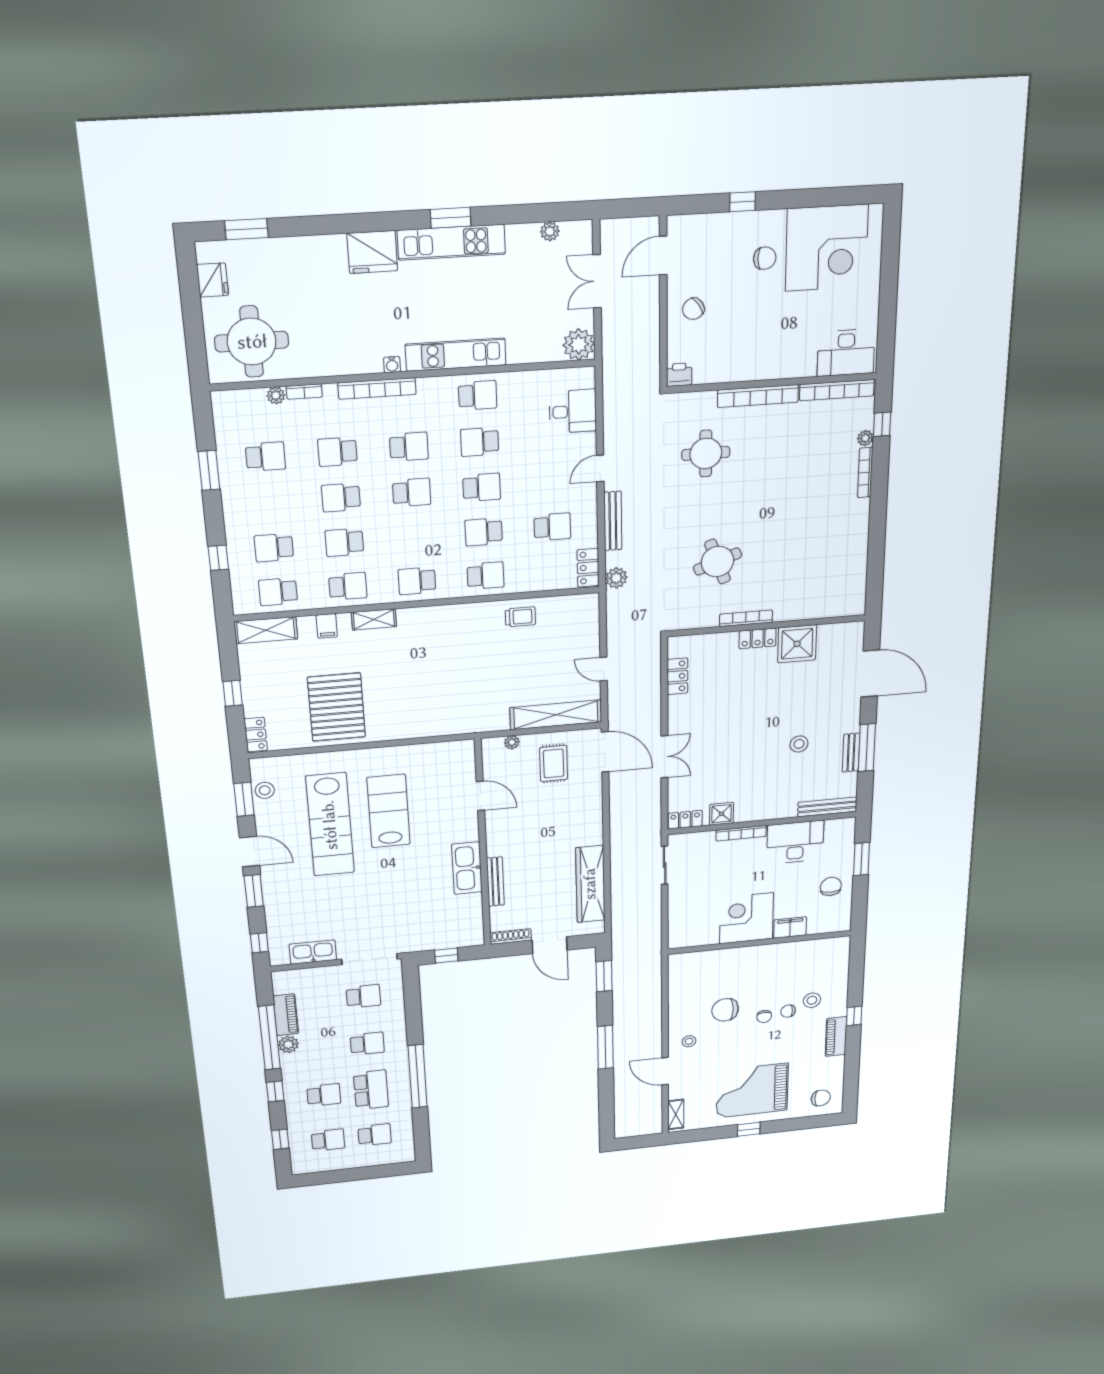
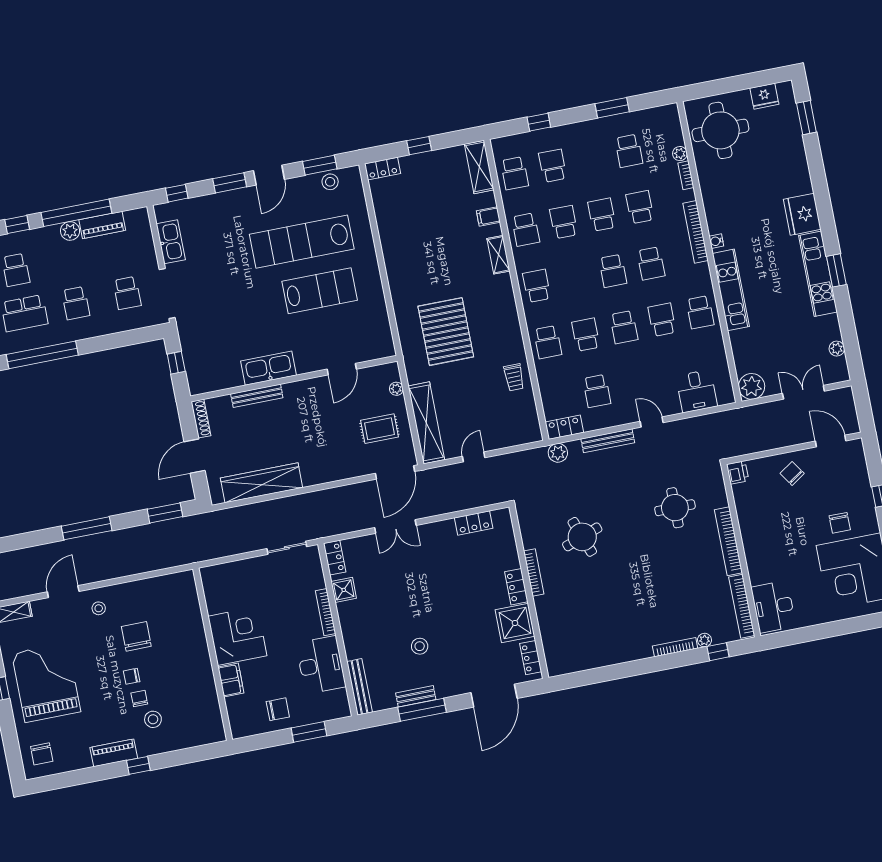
school desk: (278, 592) -> (515, 173), turned 180
locker: (839, 631) -> (531, 658), added
pallet: (337, 707) -> (446, 332), moved, turned 90

